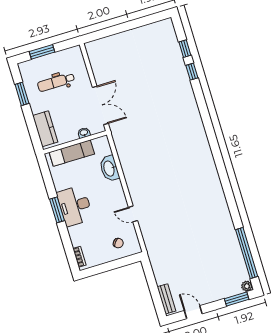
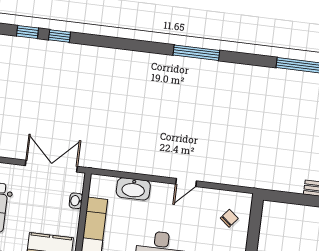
window: (222, 171) -> (196, 53), added
door: (133, 214) -> (186, 183), moved

